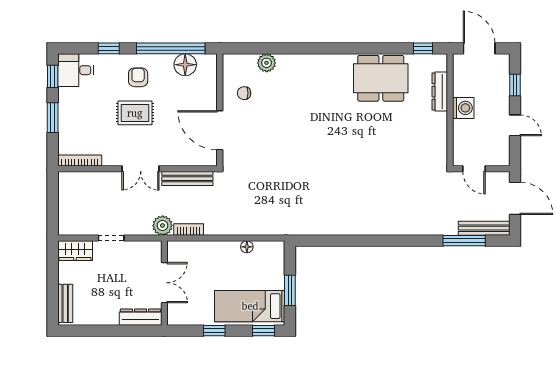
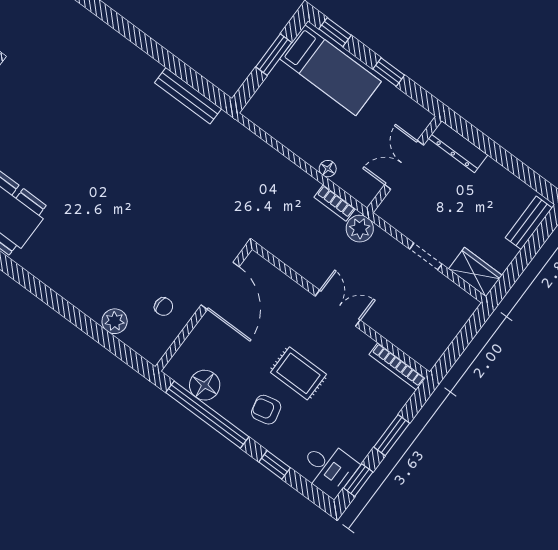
armchair: (138, 77) -> (266, 410), turned 77
bench: (187, 179) -> (188, 96), moved
floor lamp: (247, 247) -> (328, 169), moved

